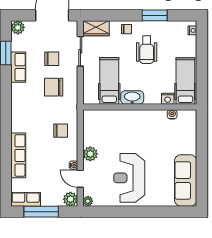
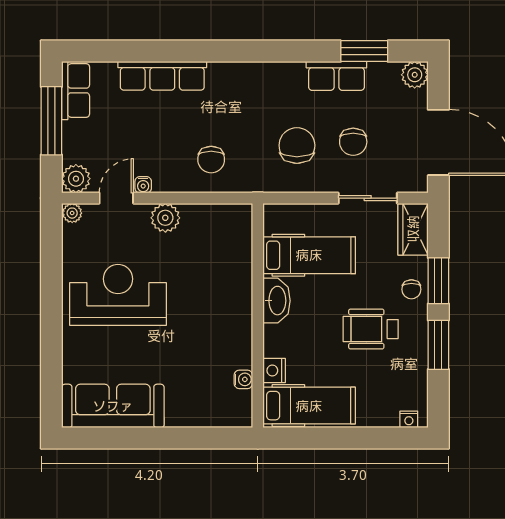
window: (122, 15) -> (438, 281), added

